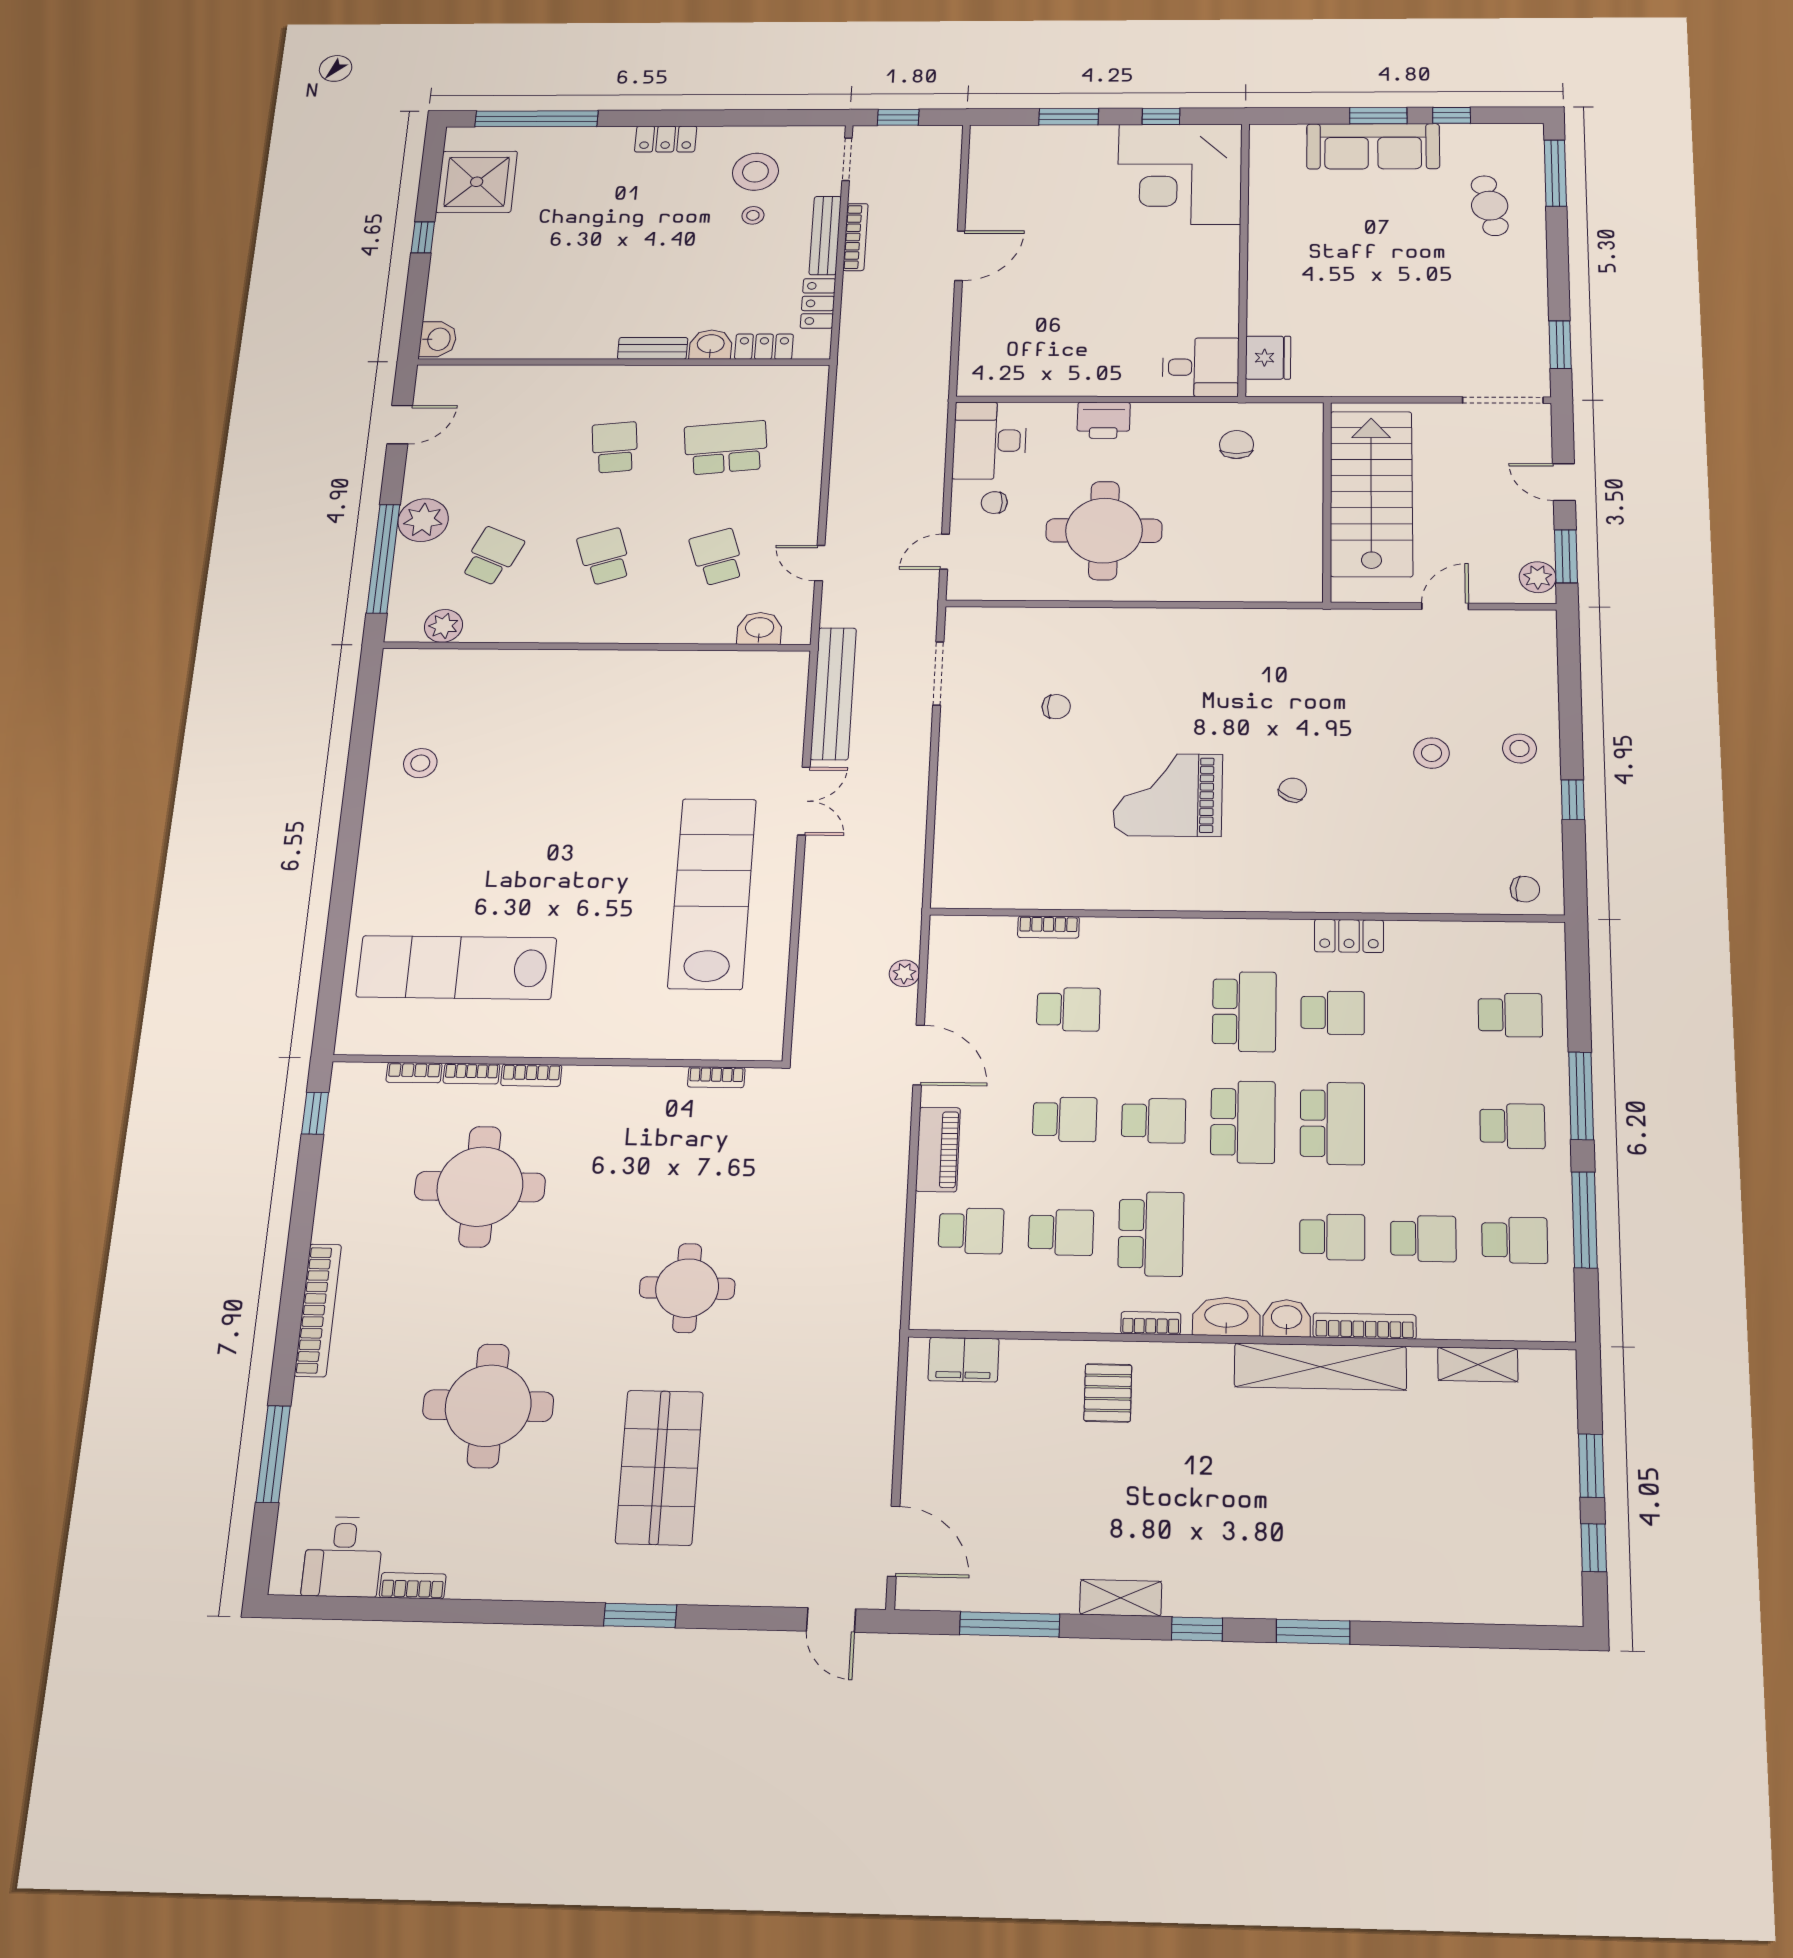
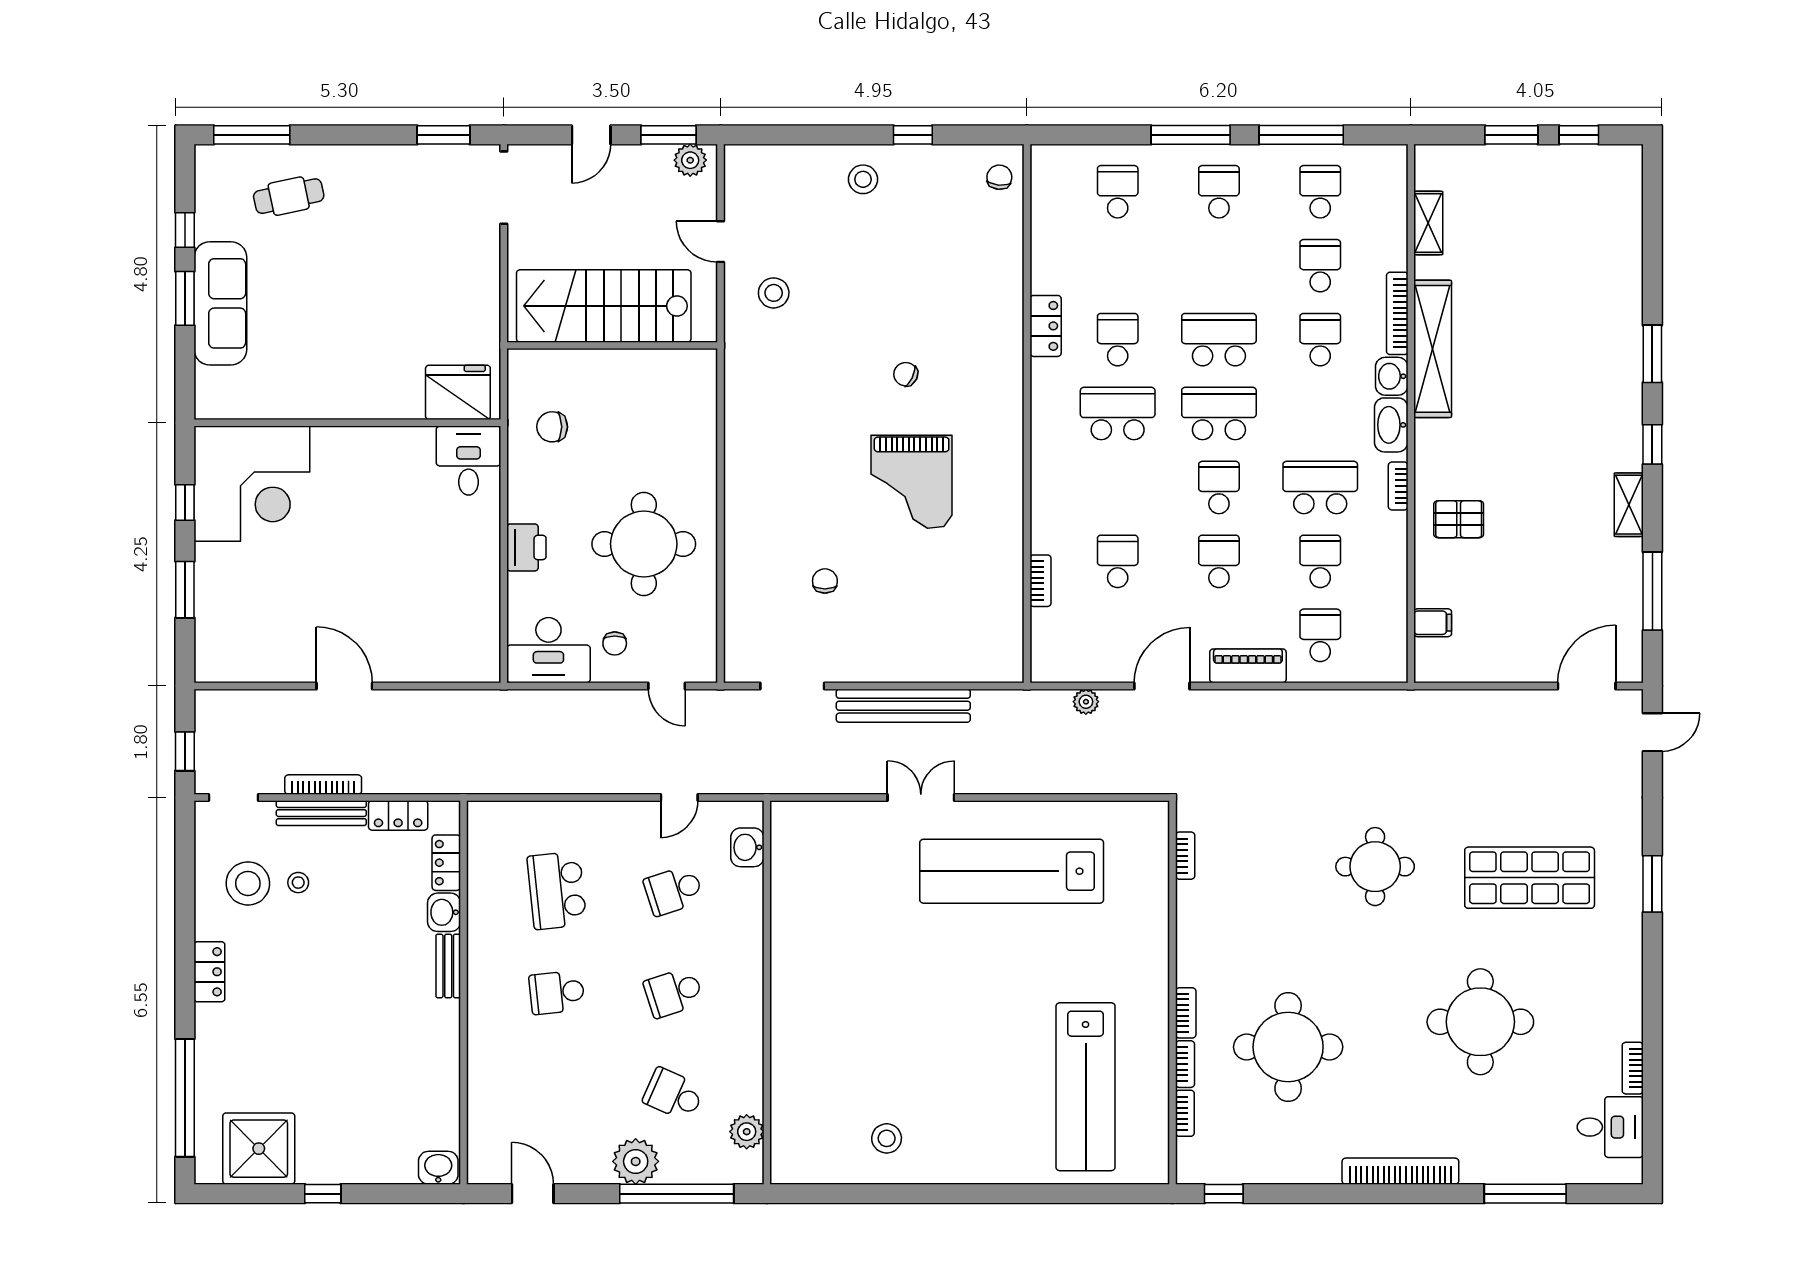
fridge: (1268, 358) -> (458, 392), width x1.36, depth x1.34
bench: (833, 693) -> (903, 706), moved
stool: (1432, 753) -> (774, 293), moved
filing cabinet: (964, 1360) -> (1433, 623), width x0.50

